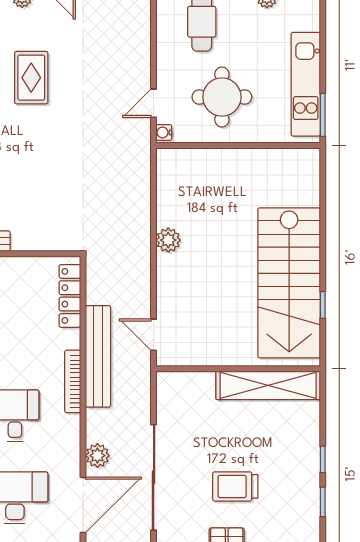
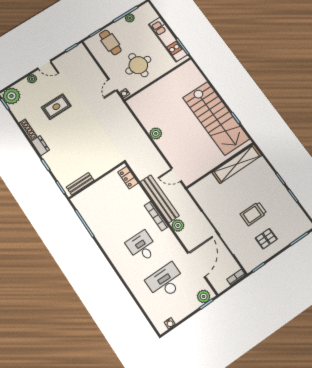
rug: (31, 78) -> (56, 107), turned 90
locker: (70, 296) -> (128, 178), width x0.66
plant: (97, 456) -> (178, 225), moved

